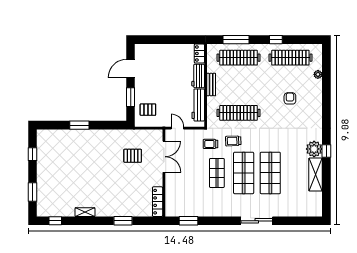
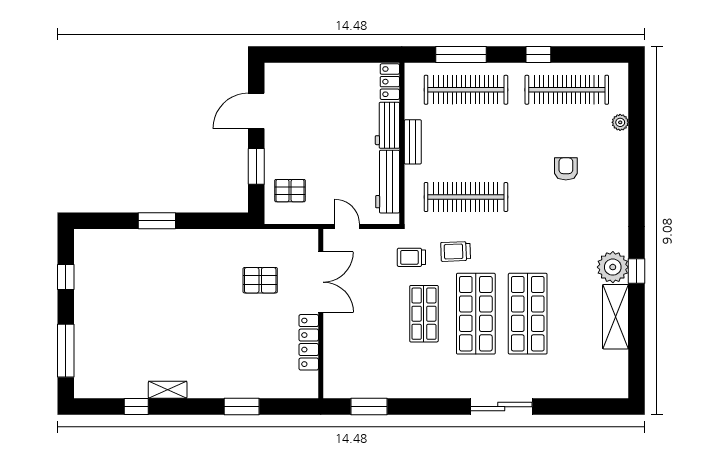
window: (32, 192) -> (66, 351), width x1.44
locker: (158, 202) -> (309, 342), moved
window: (55, 221) -> (136, 407), moved

